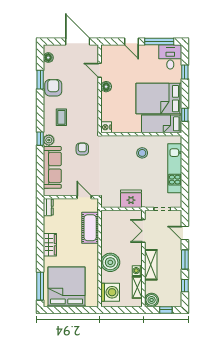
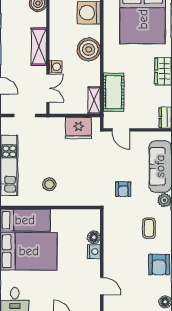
floor lamp: (106, 87) -> (94, 237), moved
nightstand: (106, 127) -> (94, 252), moved
fridge: (131, 199) -> (78, 128), moved
washing machine: (137, 271) -> (56, 67), moved
shelving: (137, 287) -> (94, 100), moved

